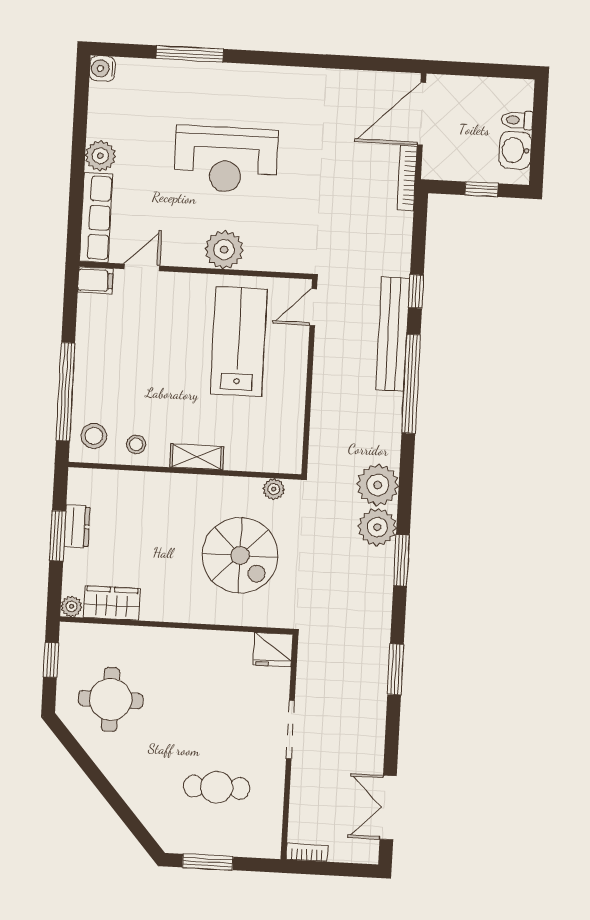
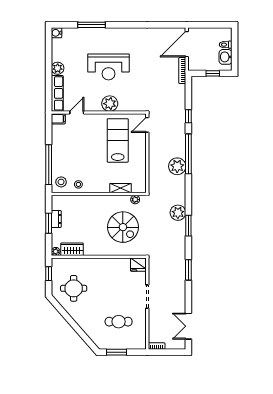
bench: (393, 334) -> (180, 134), removed
shelving: (197, 457) -> (120, 188), moved
plant: (378, 485) -> (177, 166), moved

